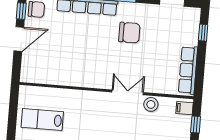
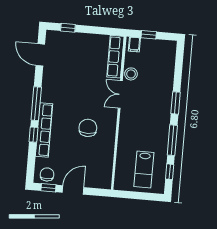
chair: (129, 33) -> (88, 128), moved
door: (19, 39) -> (73, 190), hinge flipped
row of seats: (188, 70) -> (115, 57), moved, turned 90

